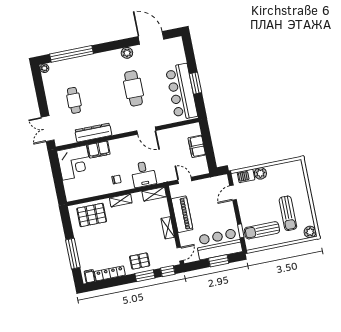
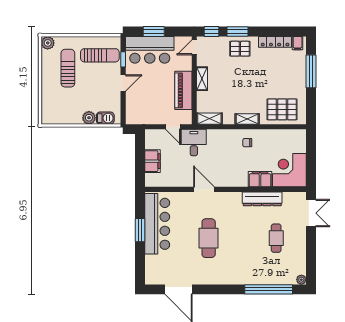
plant: (127, 53) -> (208, 278), removed
desk: (143, 174) -> (194, 142), moved
door: (233, 193) -> (123, 83), moved

